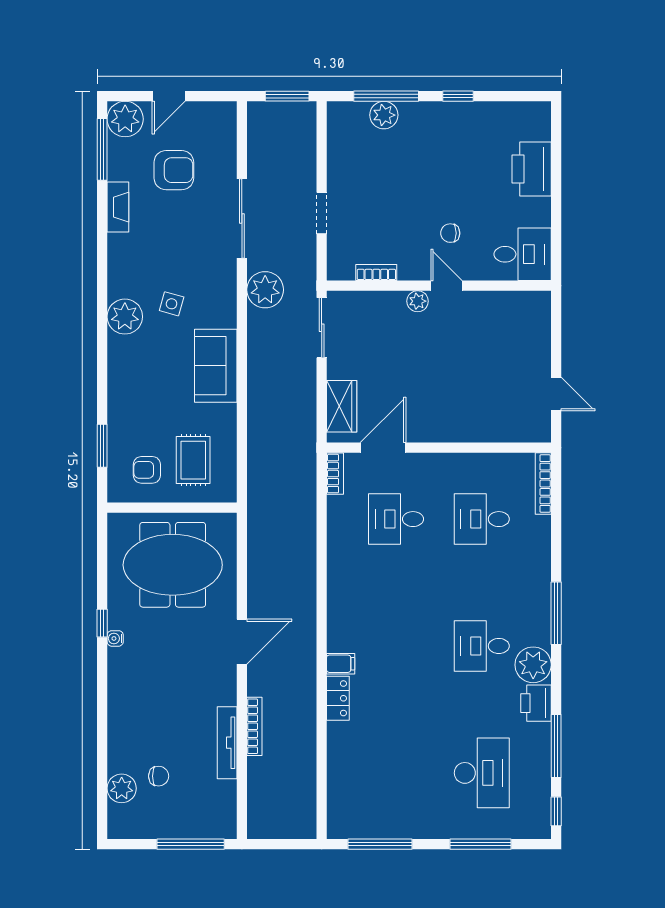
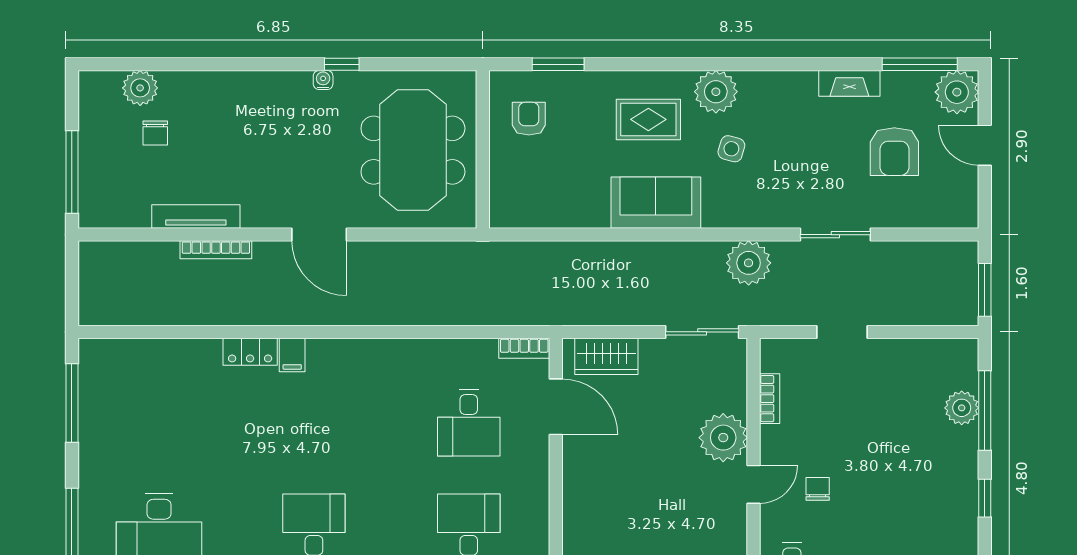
sliding door: (242, 219) -> (835, 235), width x0.73
plant: (418, 301) -> (723, 438), width x1.87, depth x1.87
rug: (193, 460) -> (648, 119), moved
desk: (396, 519) -> (469, 423), turned 180

